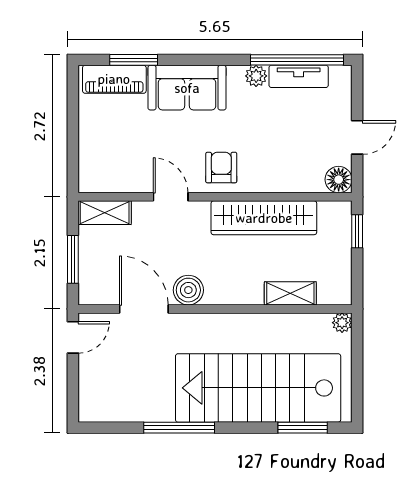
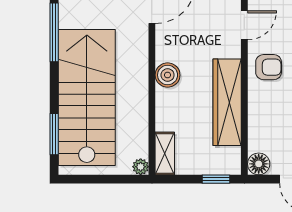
boiler: (188, 290) -> (168, 75), moved
shelving: (290, 293) -> (165, 154), moved

